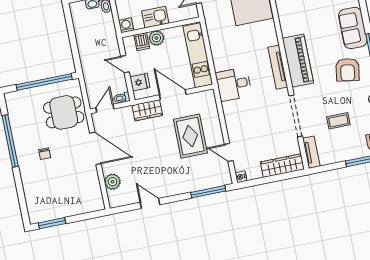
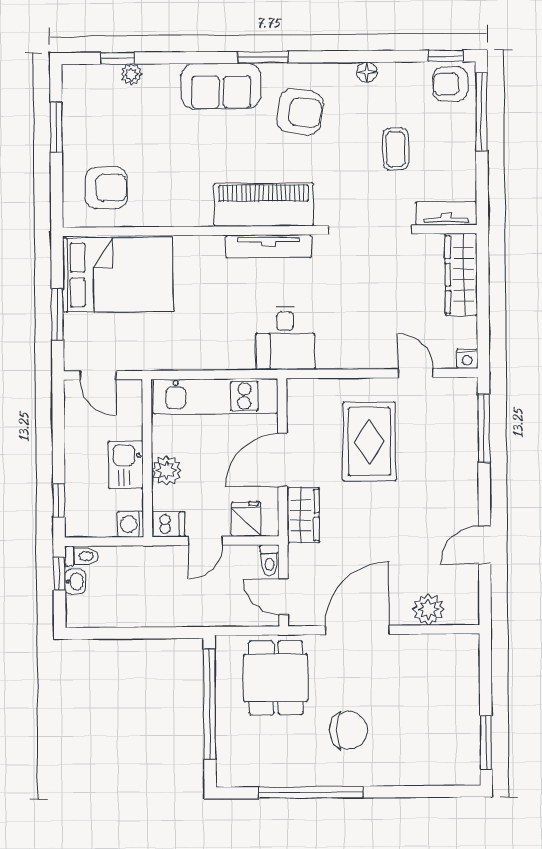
dishwasher: (142, 42) -> (168, 524), moved
rug: (190, 136) -> (369, 442), turned 90
door: (229, 153) -> (416, 373), swing flipped
chair: (45, 154) -> (349, 730), width x1.87, depth x1.87

